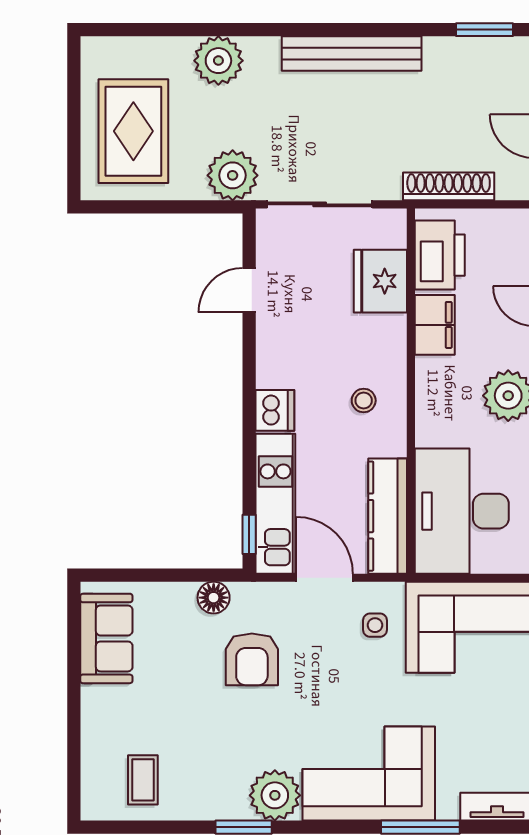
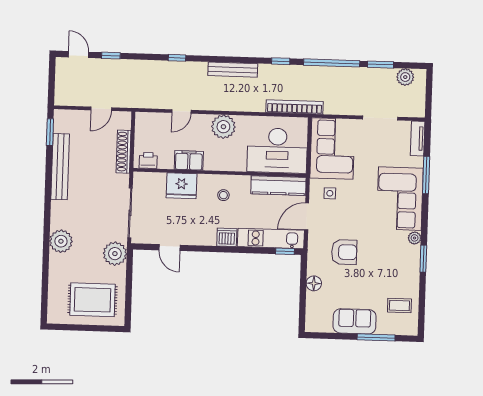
bench: (352, 54) -> (60, 167), moved
plant: (218, 61) -> (61, 241), moved
printer: (440, 255) -> (148, 160), width x0.53, depth x0.68
fridge: (380, 281) -> (181, 186), moved
floor lamp: (214, 598) -> (314, 283), moved
sofa: (106, 638) -> (355, 321), moved
window: (74, 733) -> (376, 337), added
plant: (275, 795) -> (415, 238), width x0.53, depth x0.53

